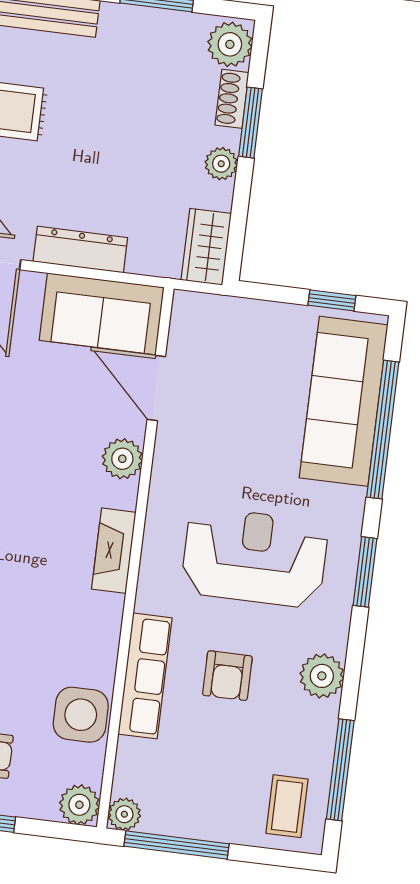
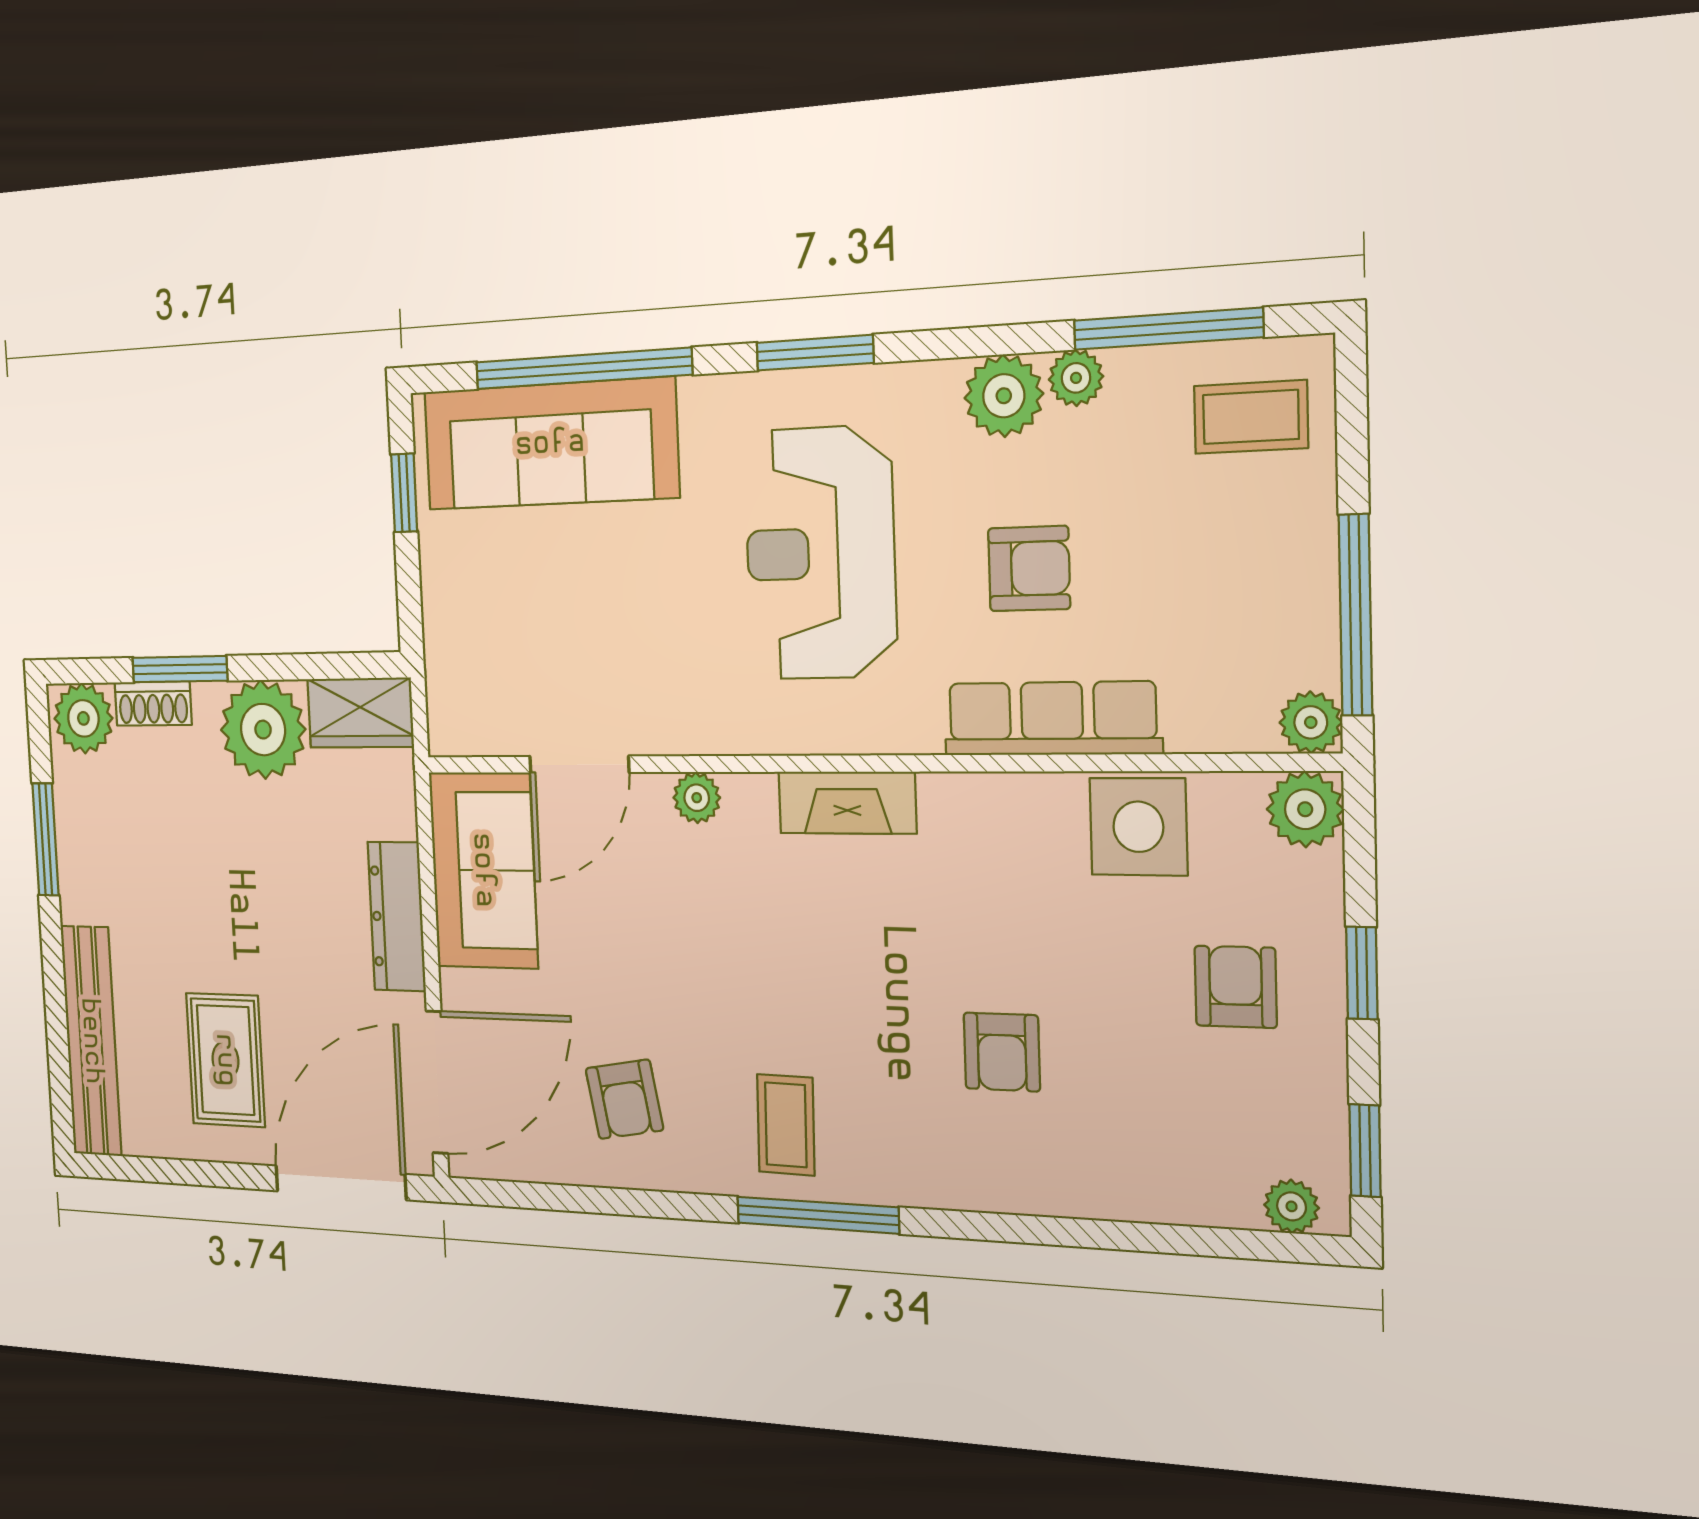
plant: (221, 164) -> (263, 730), width x1.88, depth x1.88
plant: (122, 459) -> (697, 798), width x0.73, depth x0.73
plant: (324, 717) -> (1076, 378), added

